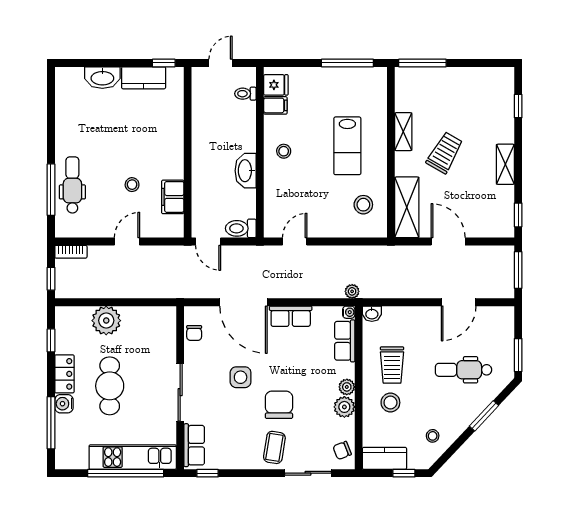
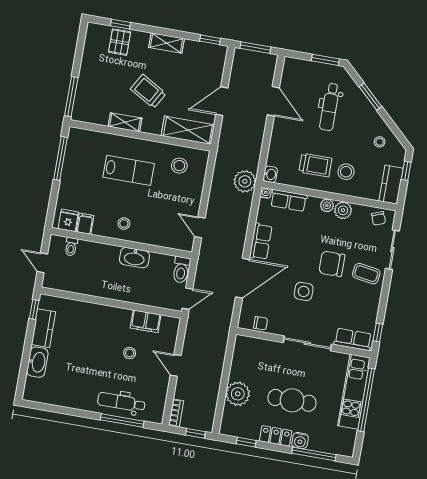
pallet: (497, 109) -> (120, 42), added
plant: (352, 291) -> (245, 181), width x1.87, depth x1.87

